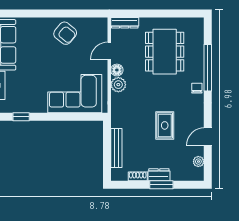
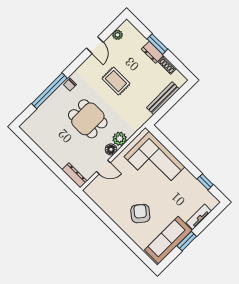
armchair: (65, 33) -> (140, 214), moved
dining table: (165, 52) -> (88, 119), moved, width x0.73
rug: (165, 125) -> (116, 81), turned 90
door: (208, 137) -> (95, 45), hinge flipped

